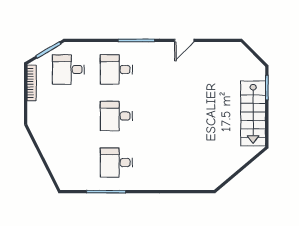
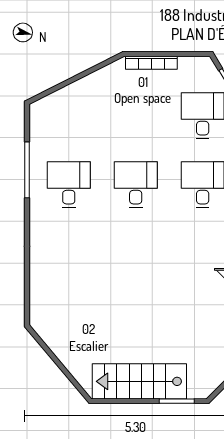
bookcase: (32, 83) -> (151, 63), moved

